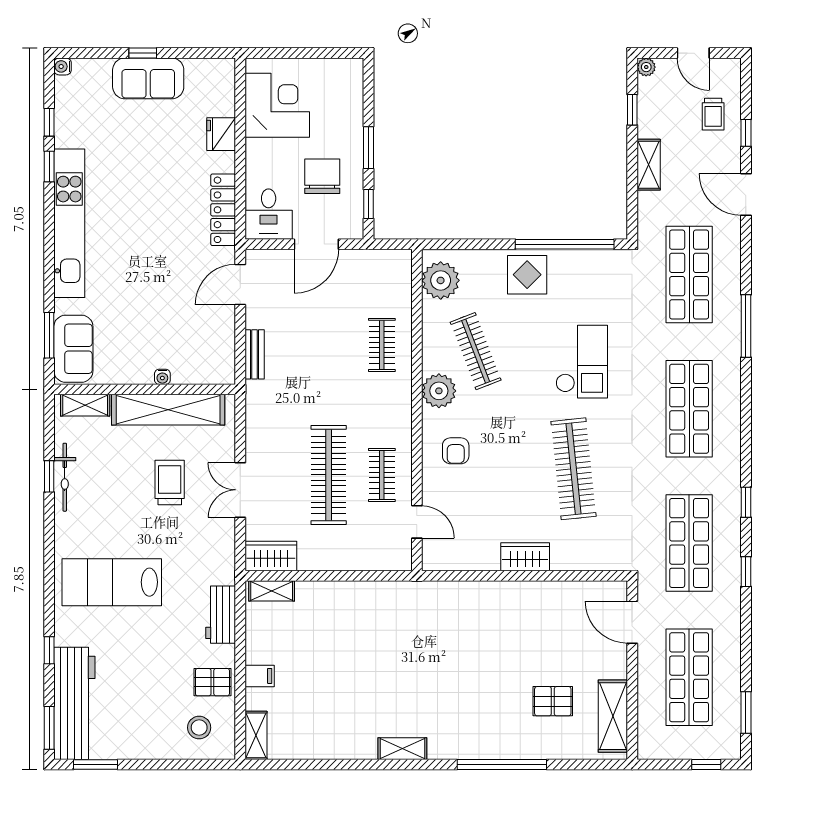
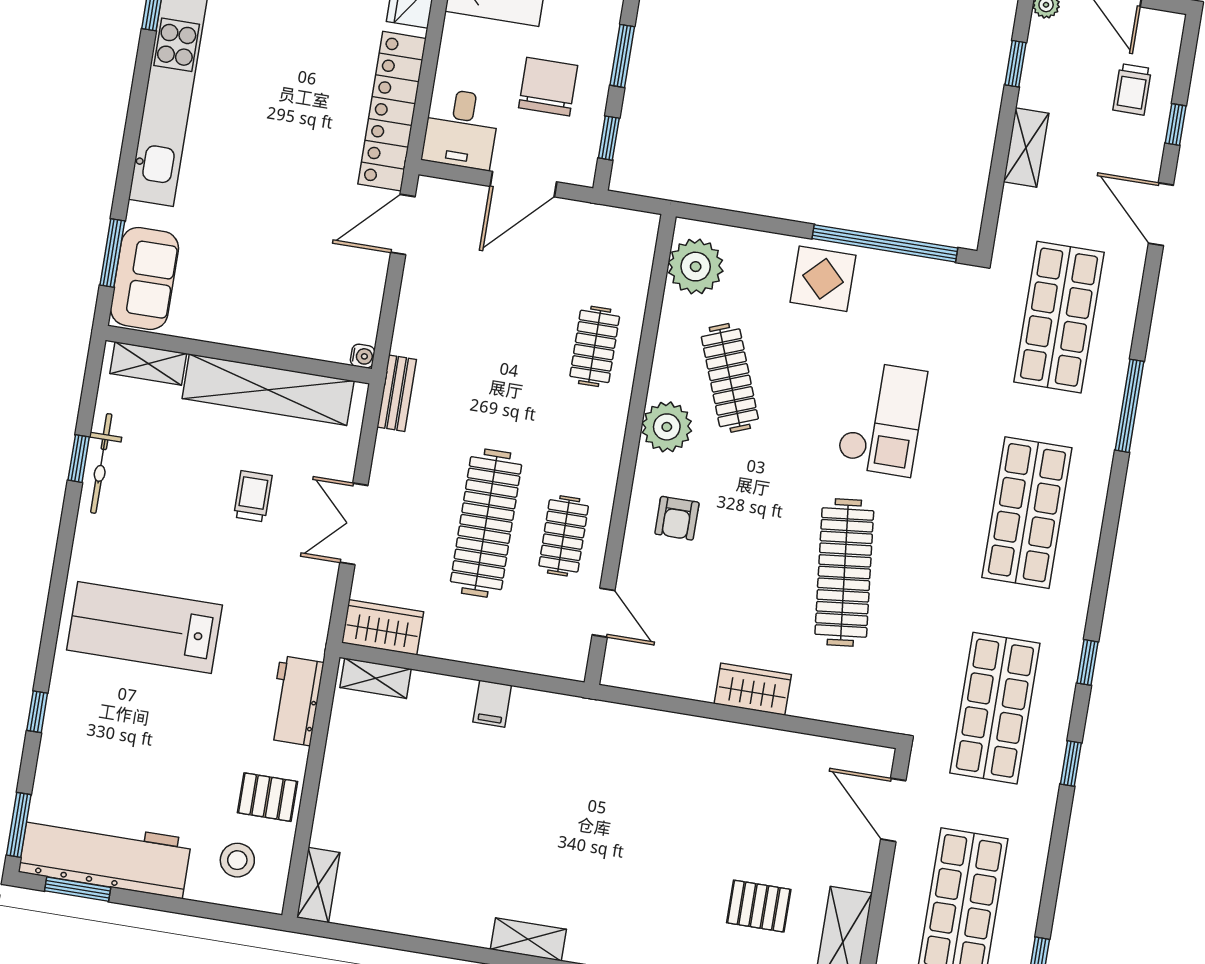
locker: (223, 210) -> (392, 111), width x1.41, depth x1.21
bench: (255, 354) -> (397, 393), moved
water cooler: (162, 377) -> (363, 356), moved, turned -90
trolley: (170, 483) -> (253, 496), width x0.73, depth x0.72
filing cabinet: (260, 676) -> (492, 704), moved, turned 90
workbench: (74, 703) -> (105, 856), moved, turned -90

